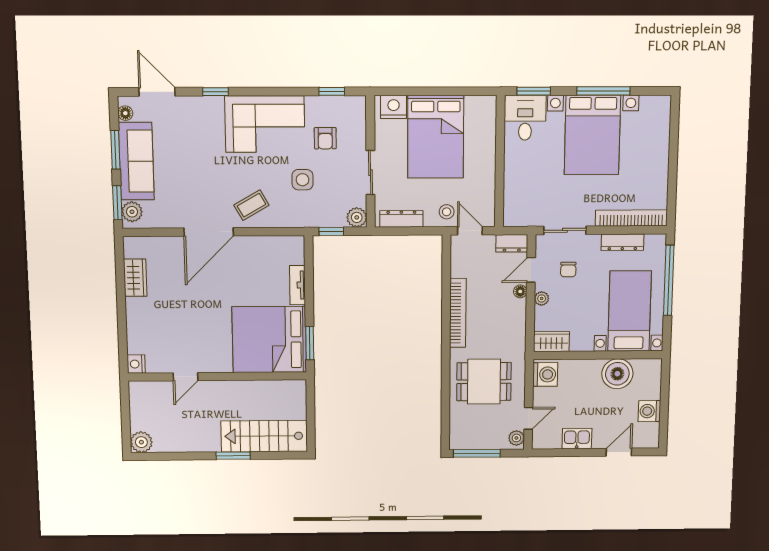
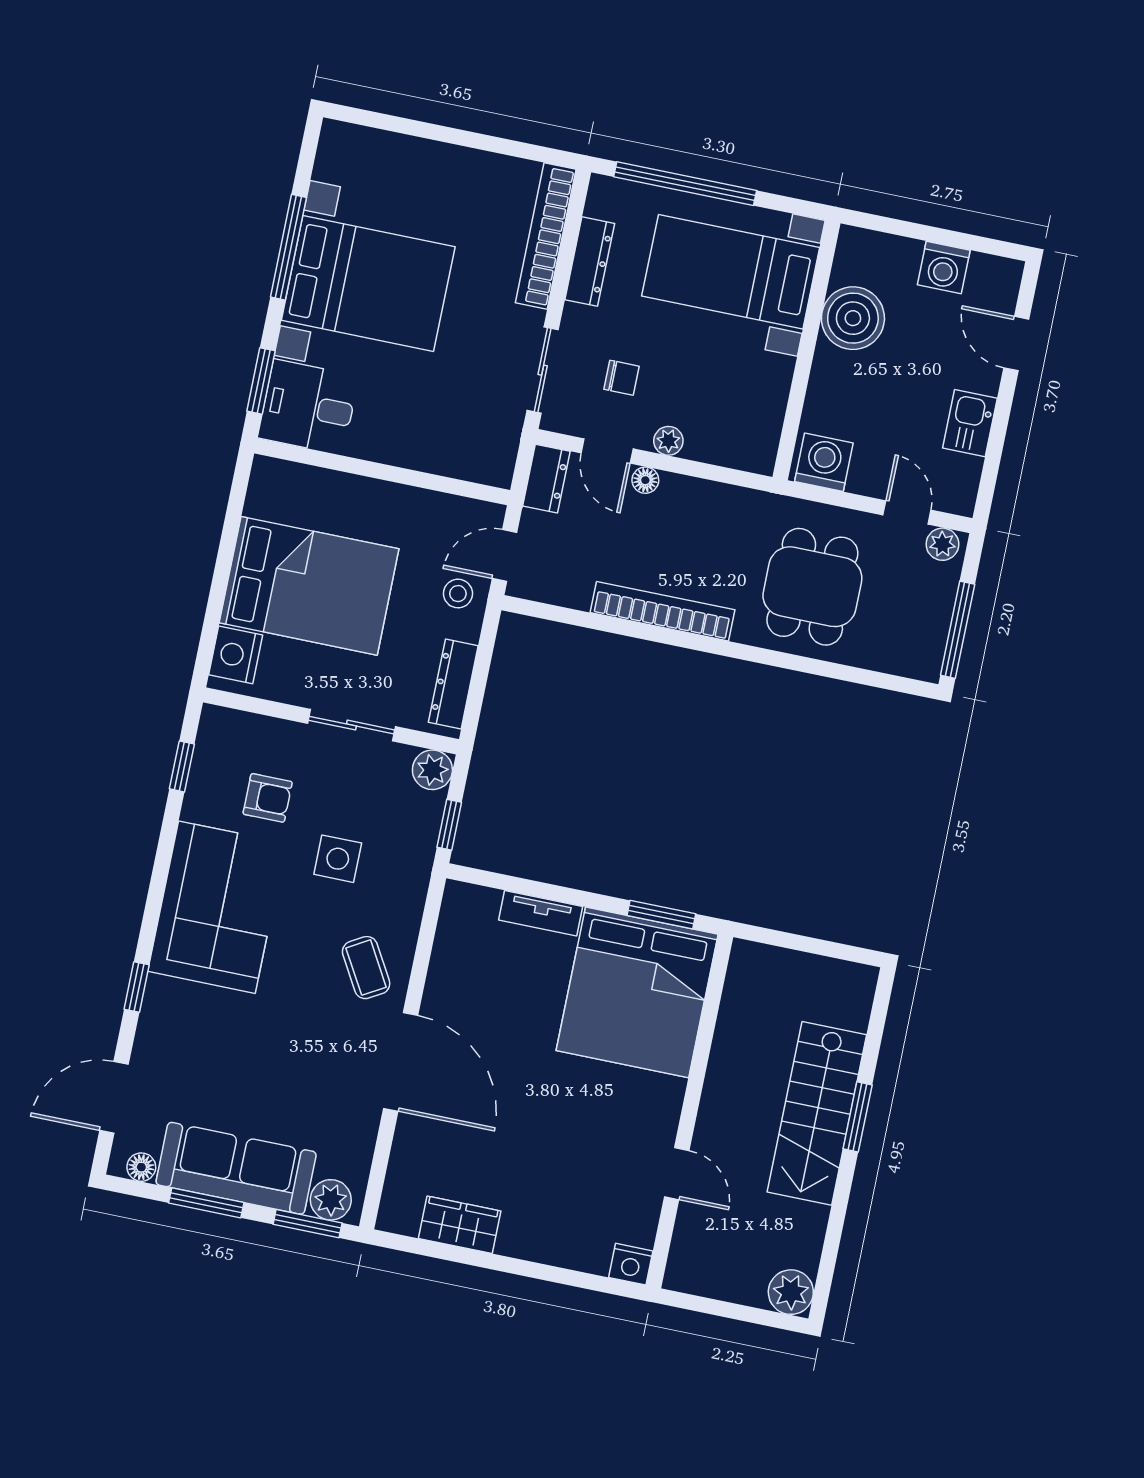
wardrobe: (551, 342) -> (759, 438), removed
stairs: (264, 436) -> (817, 1113), moved

